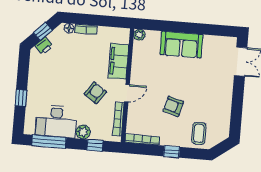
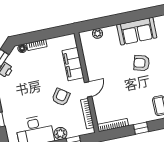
plant: (139, 35) -> (97, 34), moved
sofa: (181, 45) -> (137, 31), moved
armchair: (173, 106) -> (142, 63), moved

